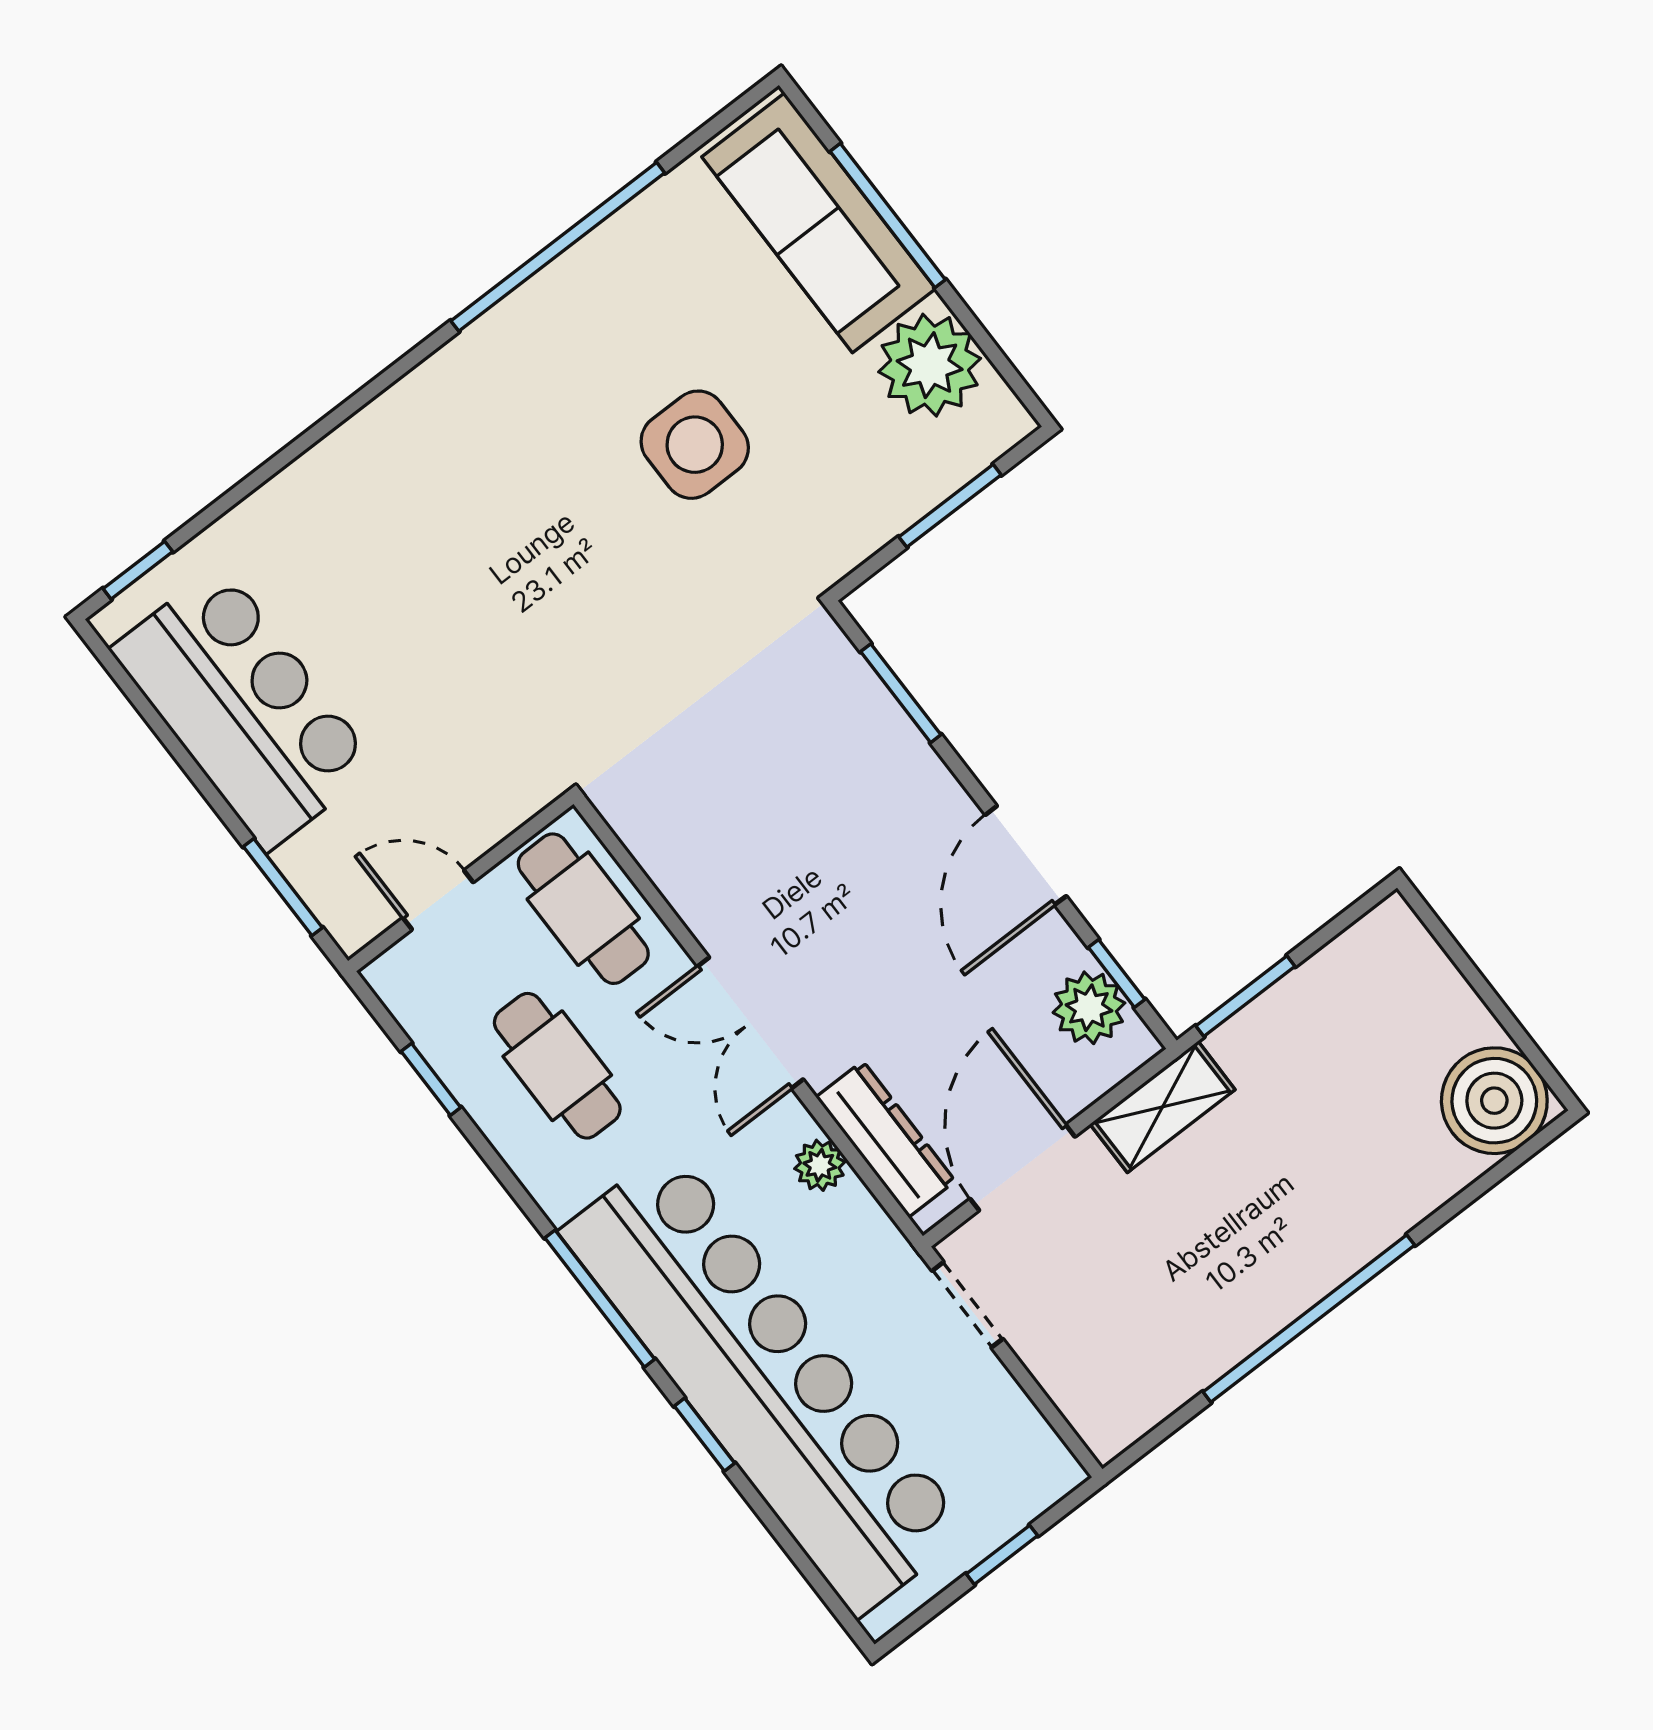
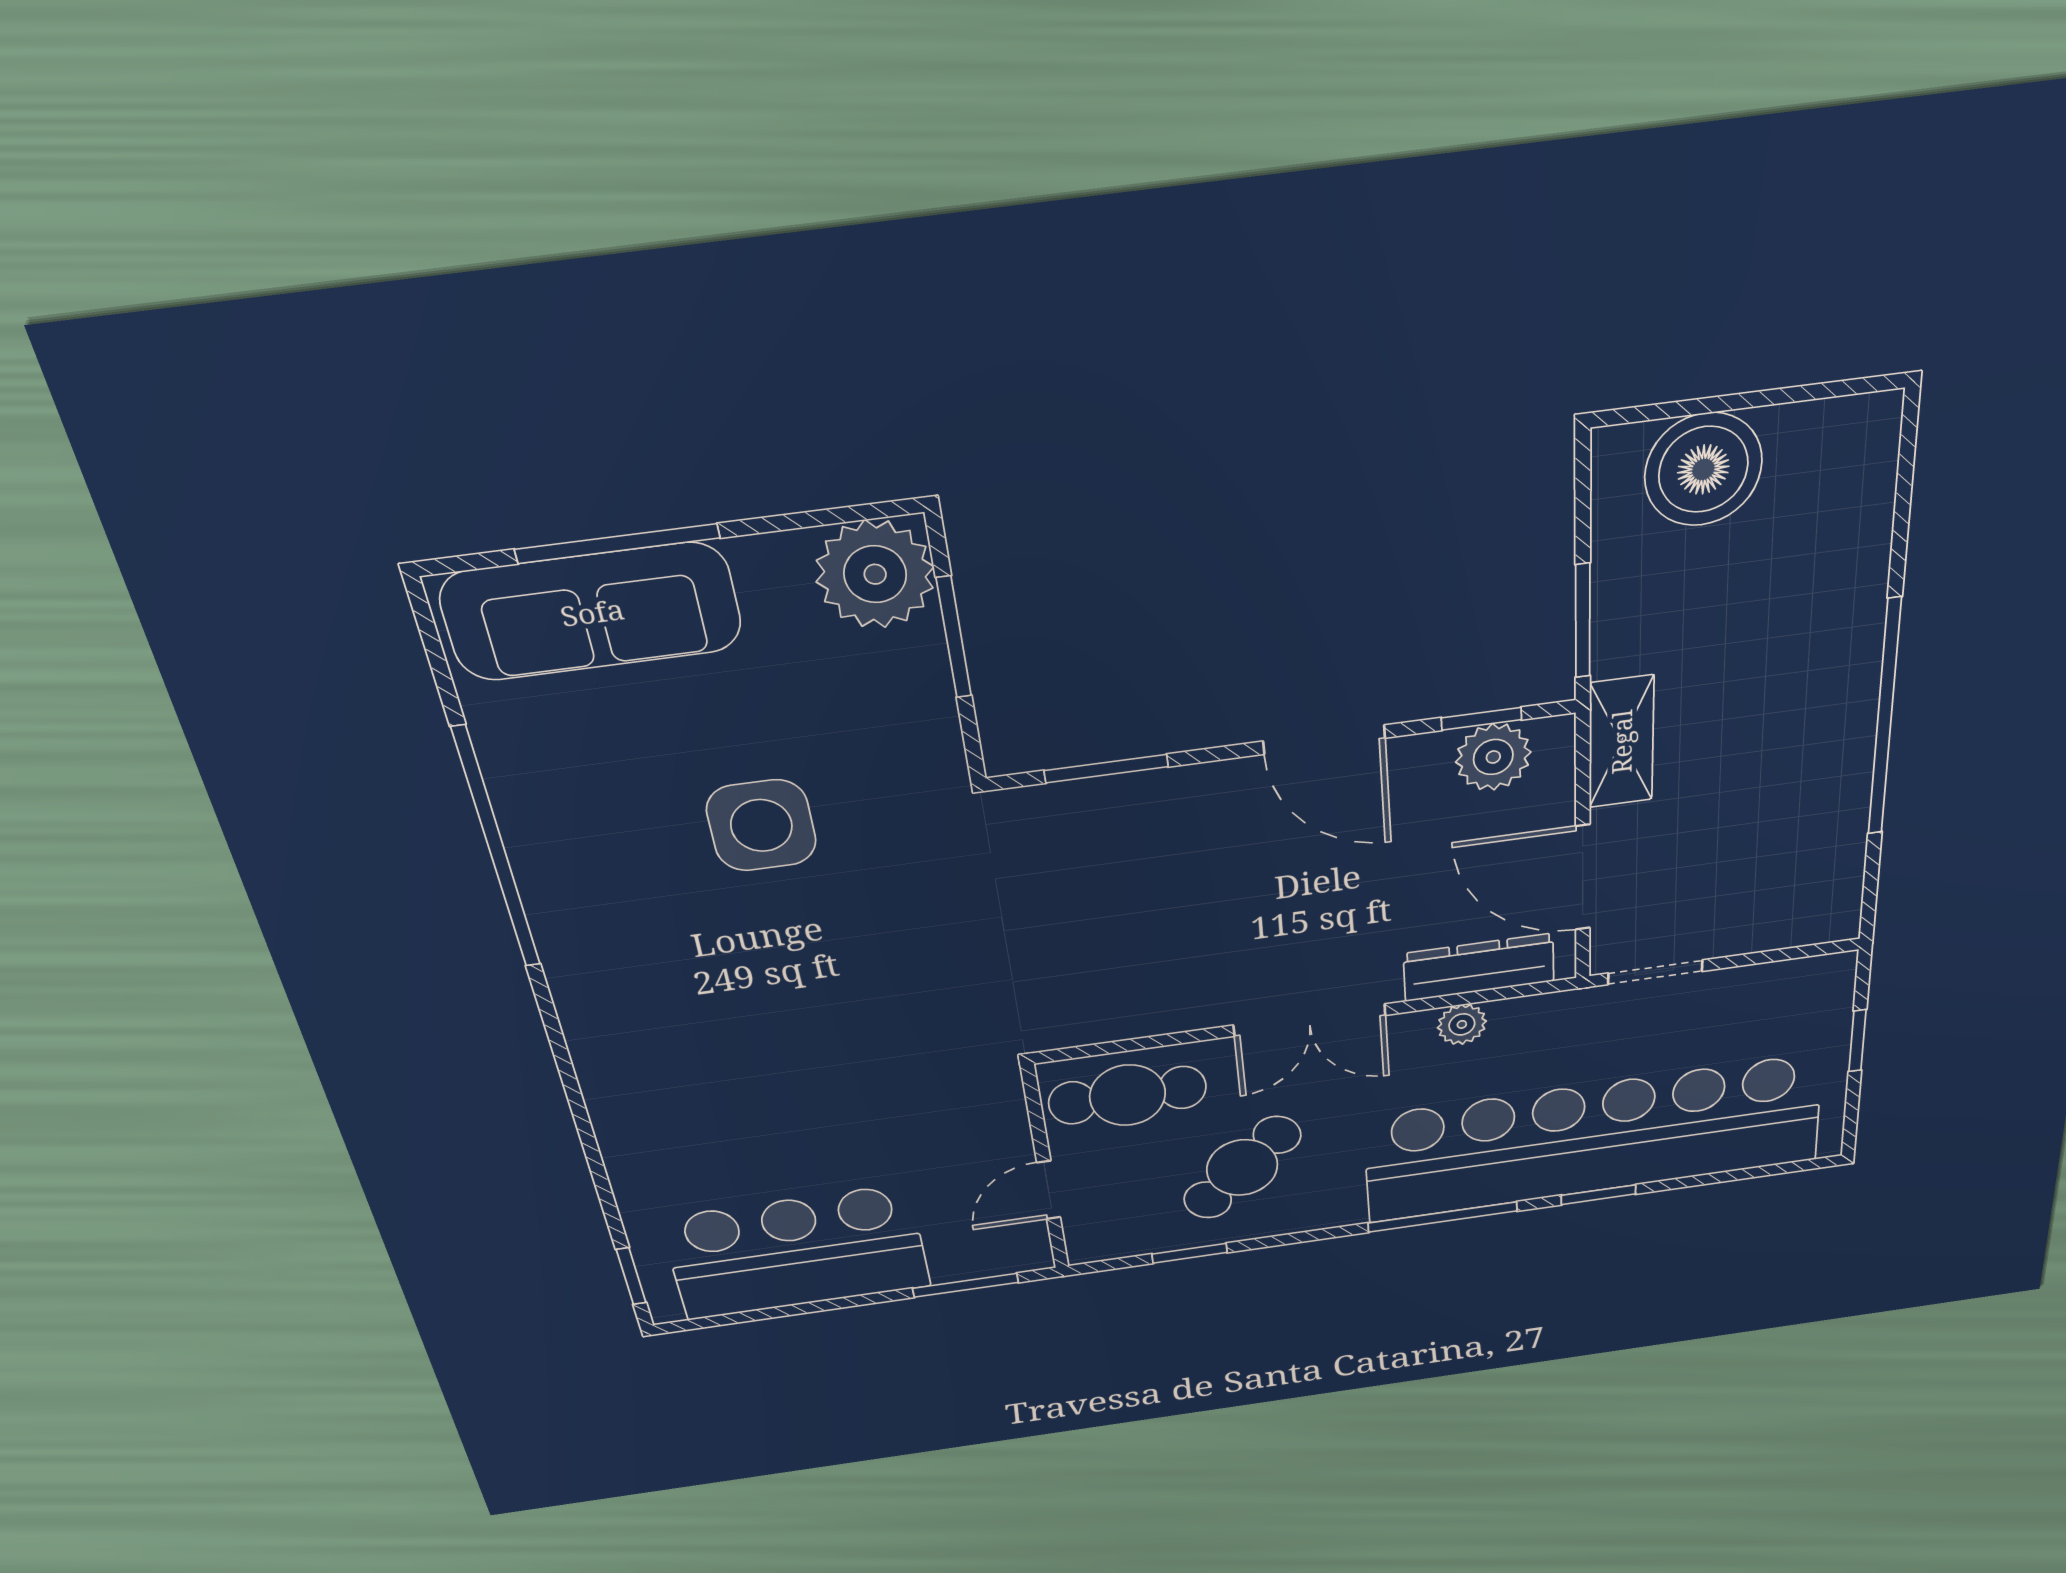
plant: (930, 365) -> (875, 574), moved
cafe table: (557, 1066) -> (1242, 1168), turned -43
boiler: (1494, 1101) -> (1703, 469), moved

